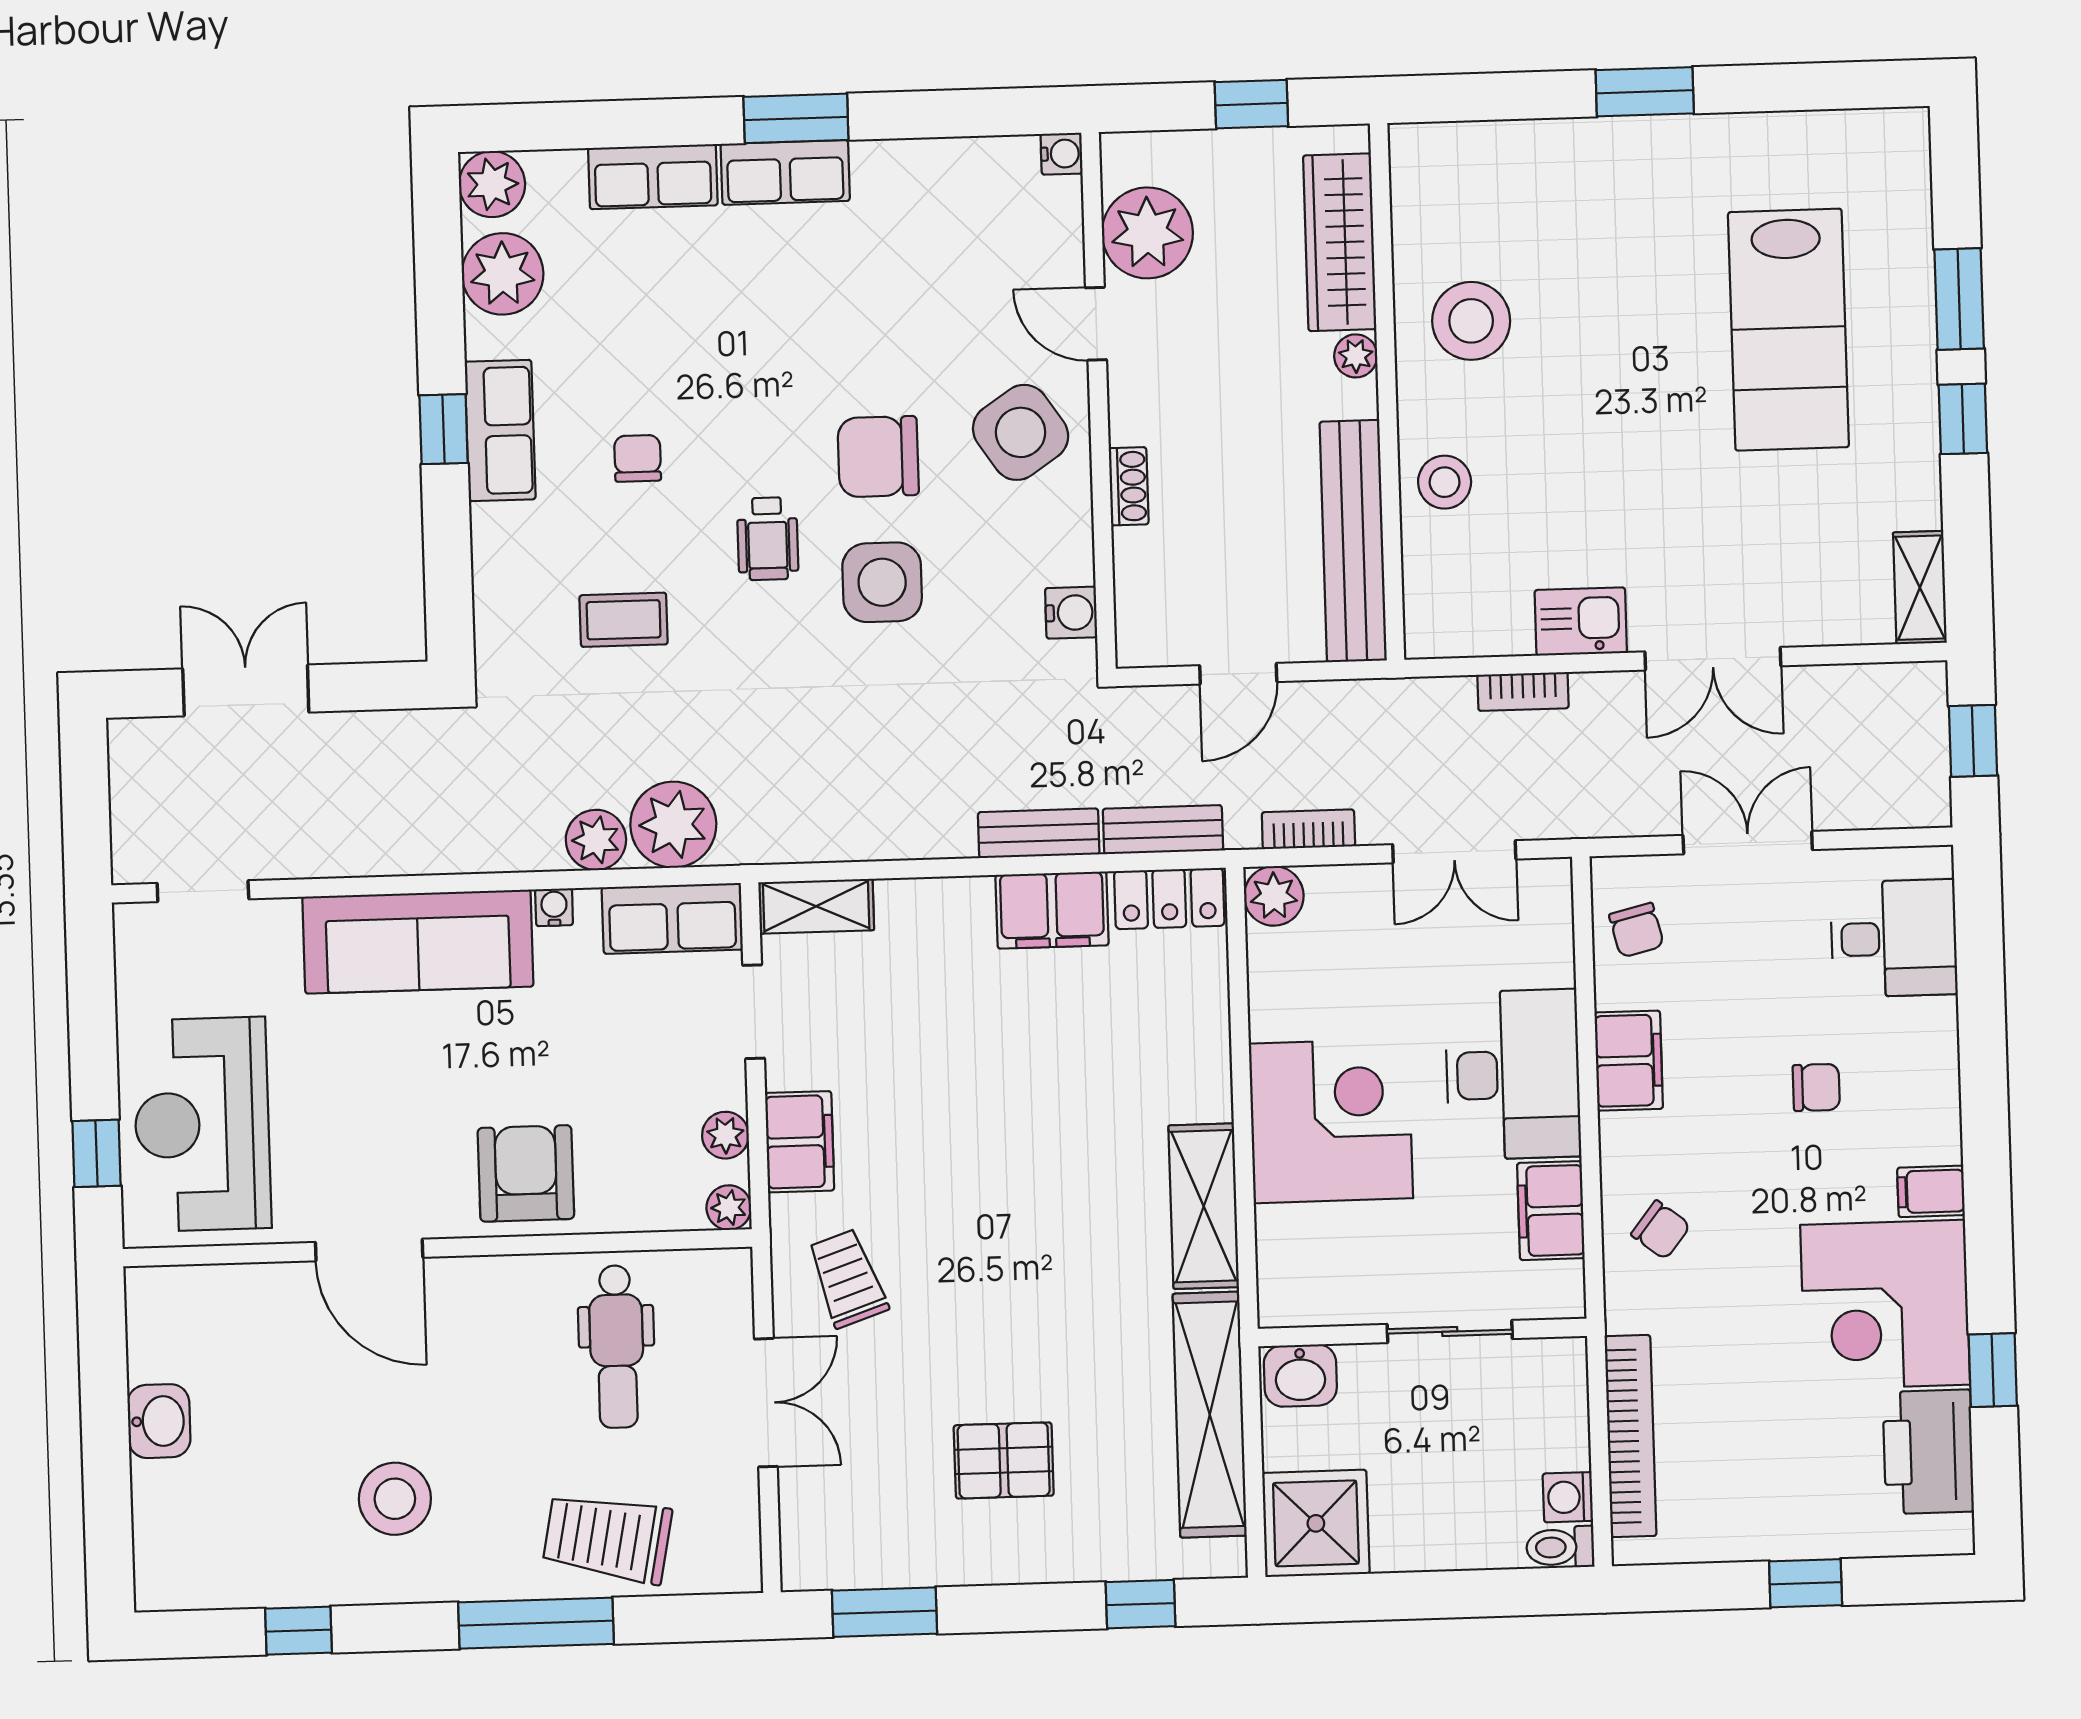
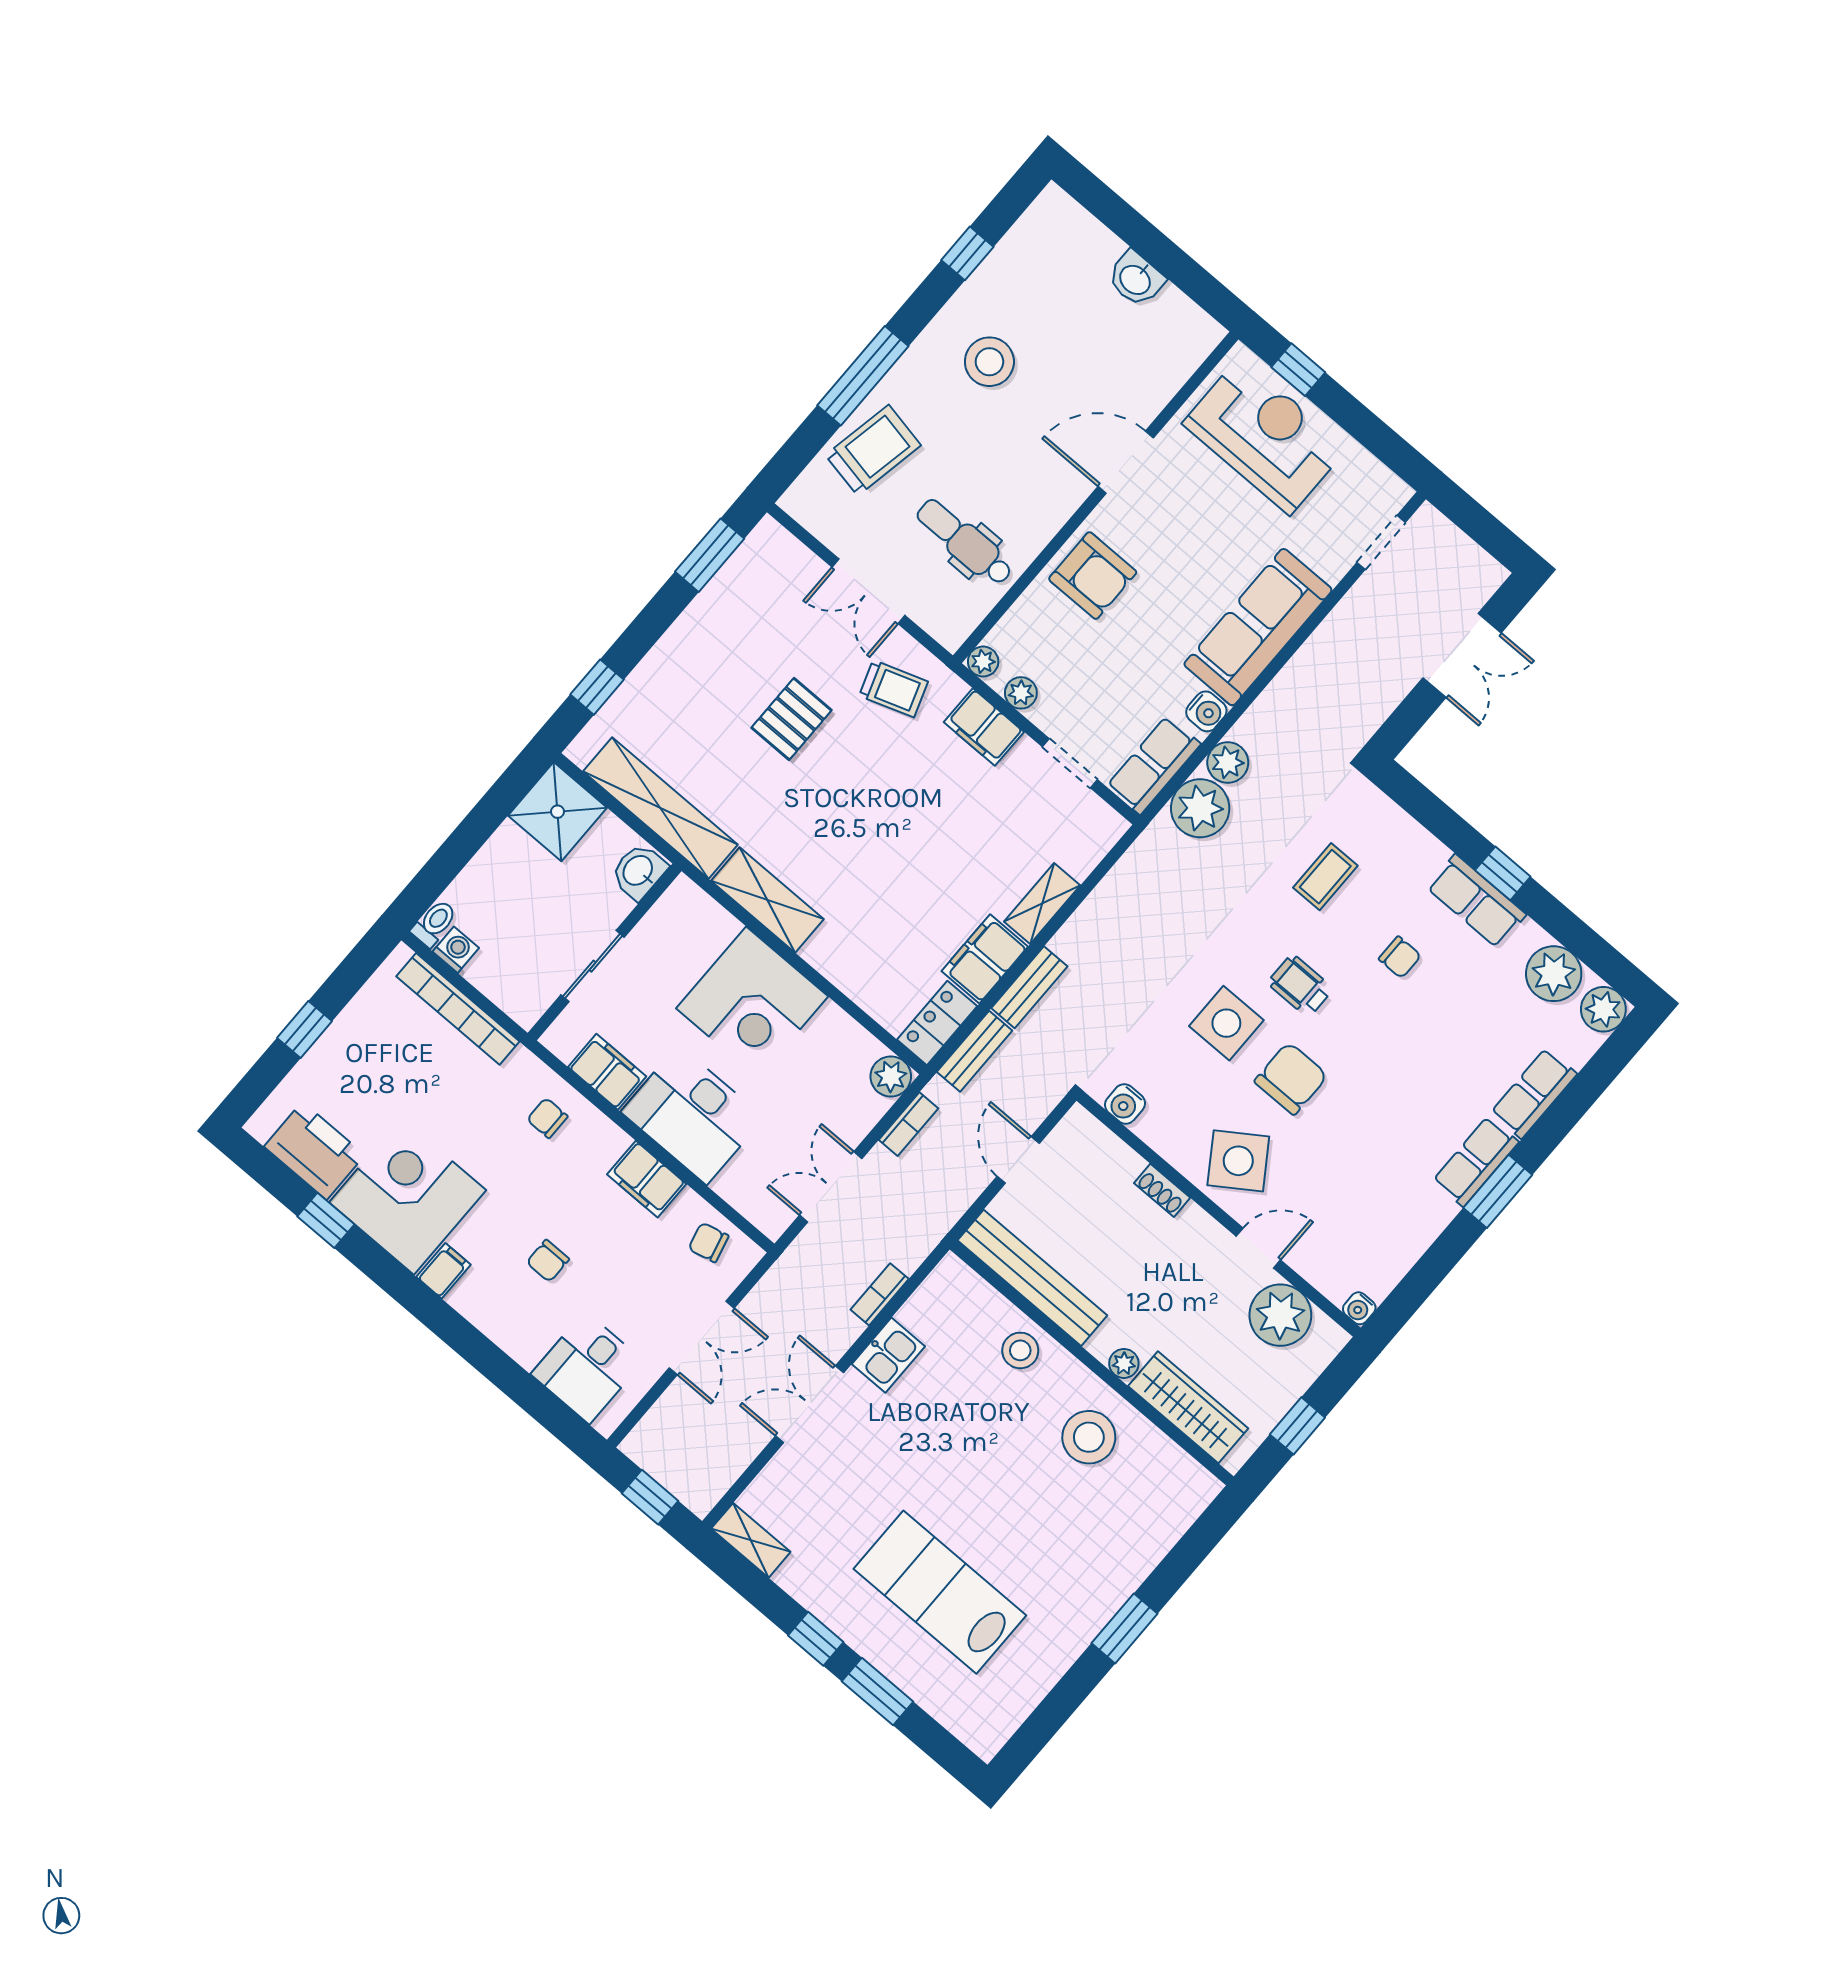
shelving: (816, 906) -> (1042, 904), moved
water cooler: (554, 907) -> (1206, 711), width x1.38, depth x1.38
chair: (1661, 1230) -> (547, 1118), turned 52
pallet: (1004, 1460) -> (792, 719), moved

